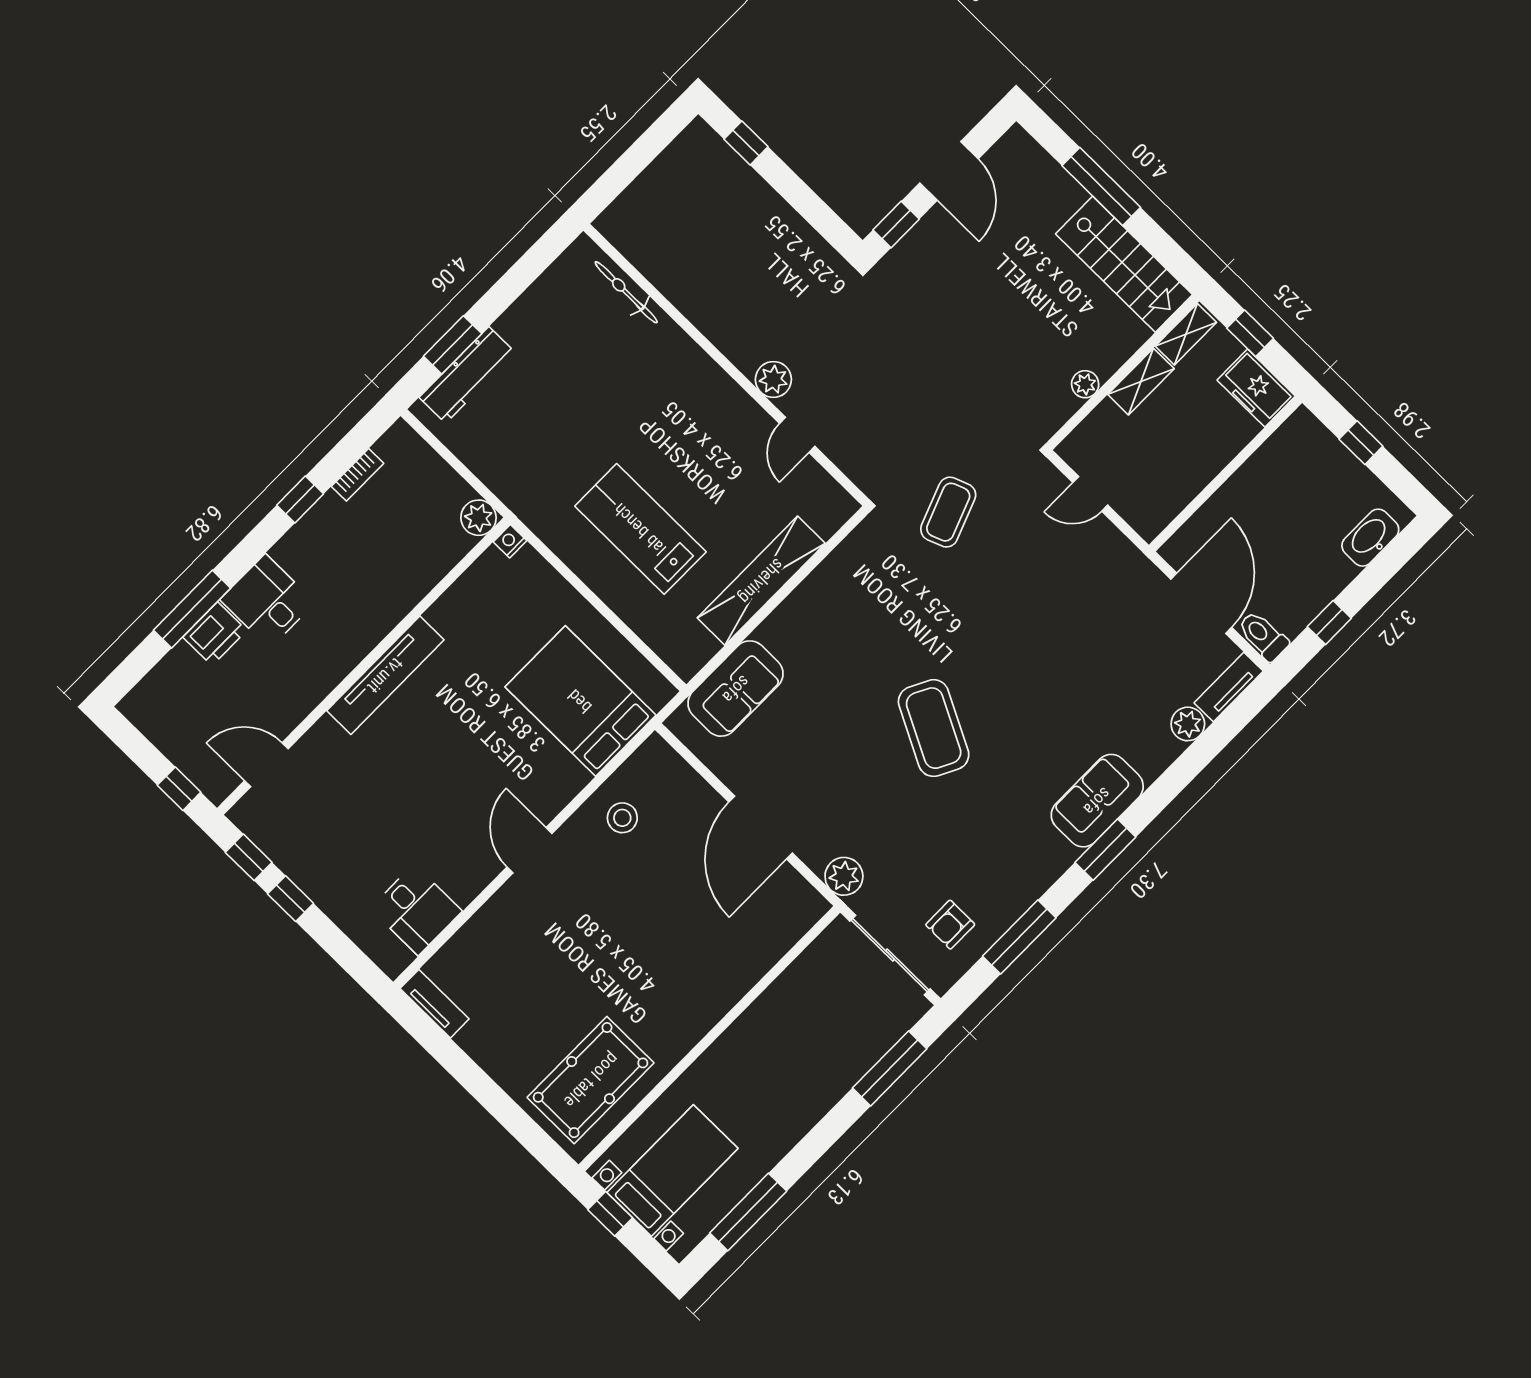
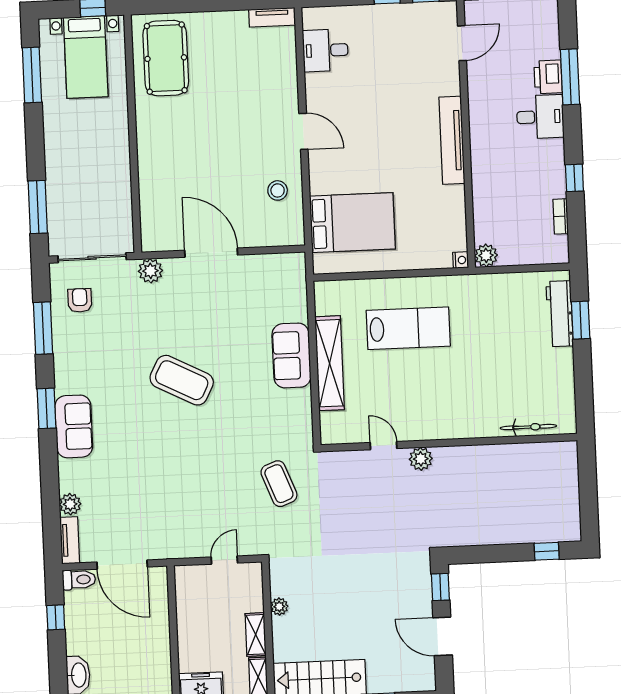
sofa: (736, 689) -> (291, 355), moved

